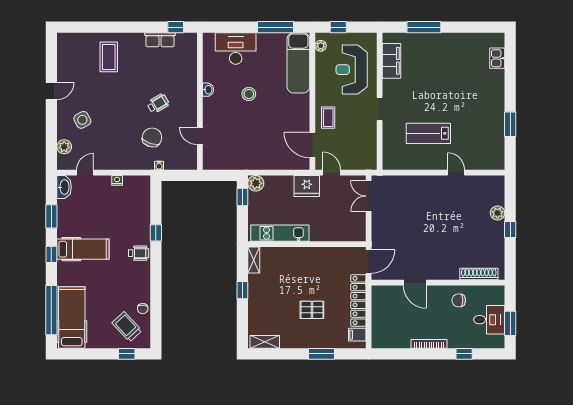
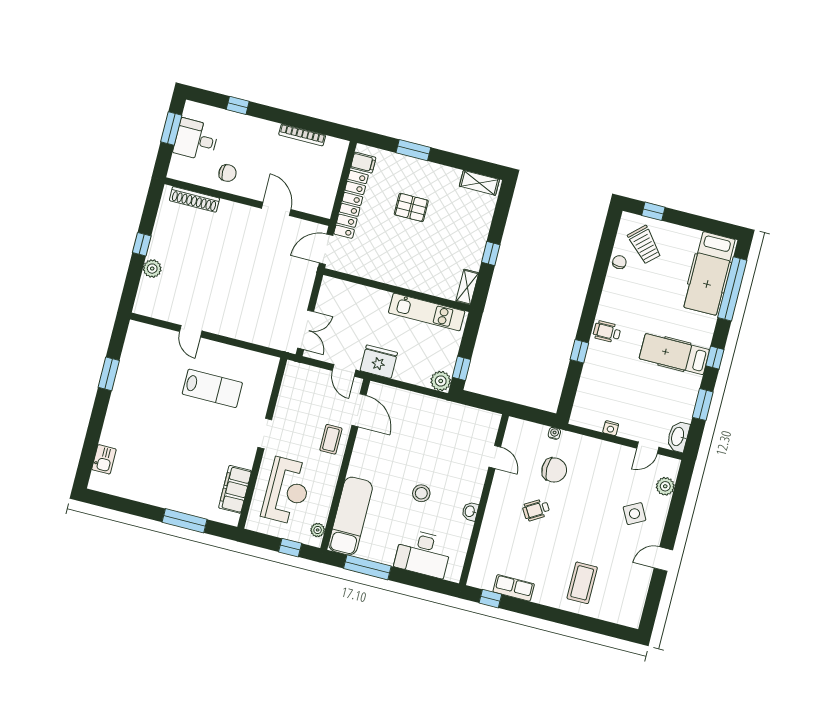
chair: (152, 138) -> (554, 470), turned -108
bookcase: (429, 344) -> (302, 135), moved

